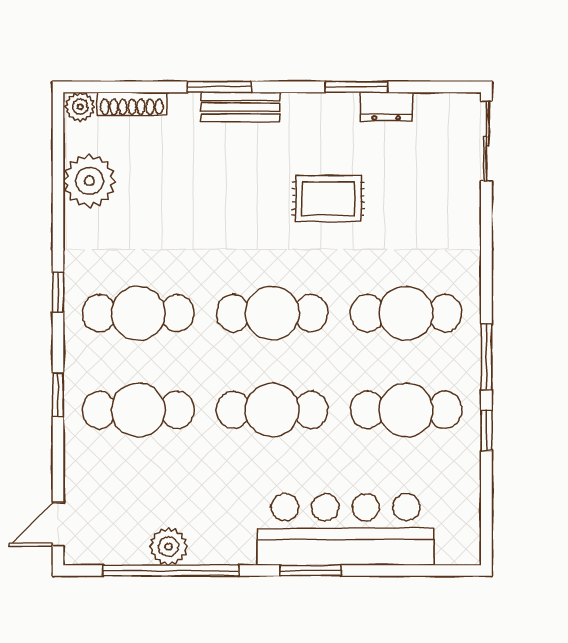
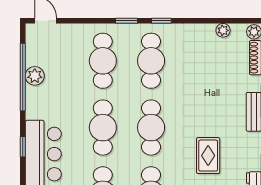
plant: (89, 181) -> (223, 30), width x0.53, depth x0.53
window: (58, 395) -> (127, 21), moved
window: (311, 571) -> (23, 147), width x0.67

